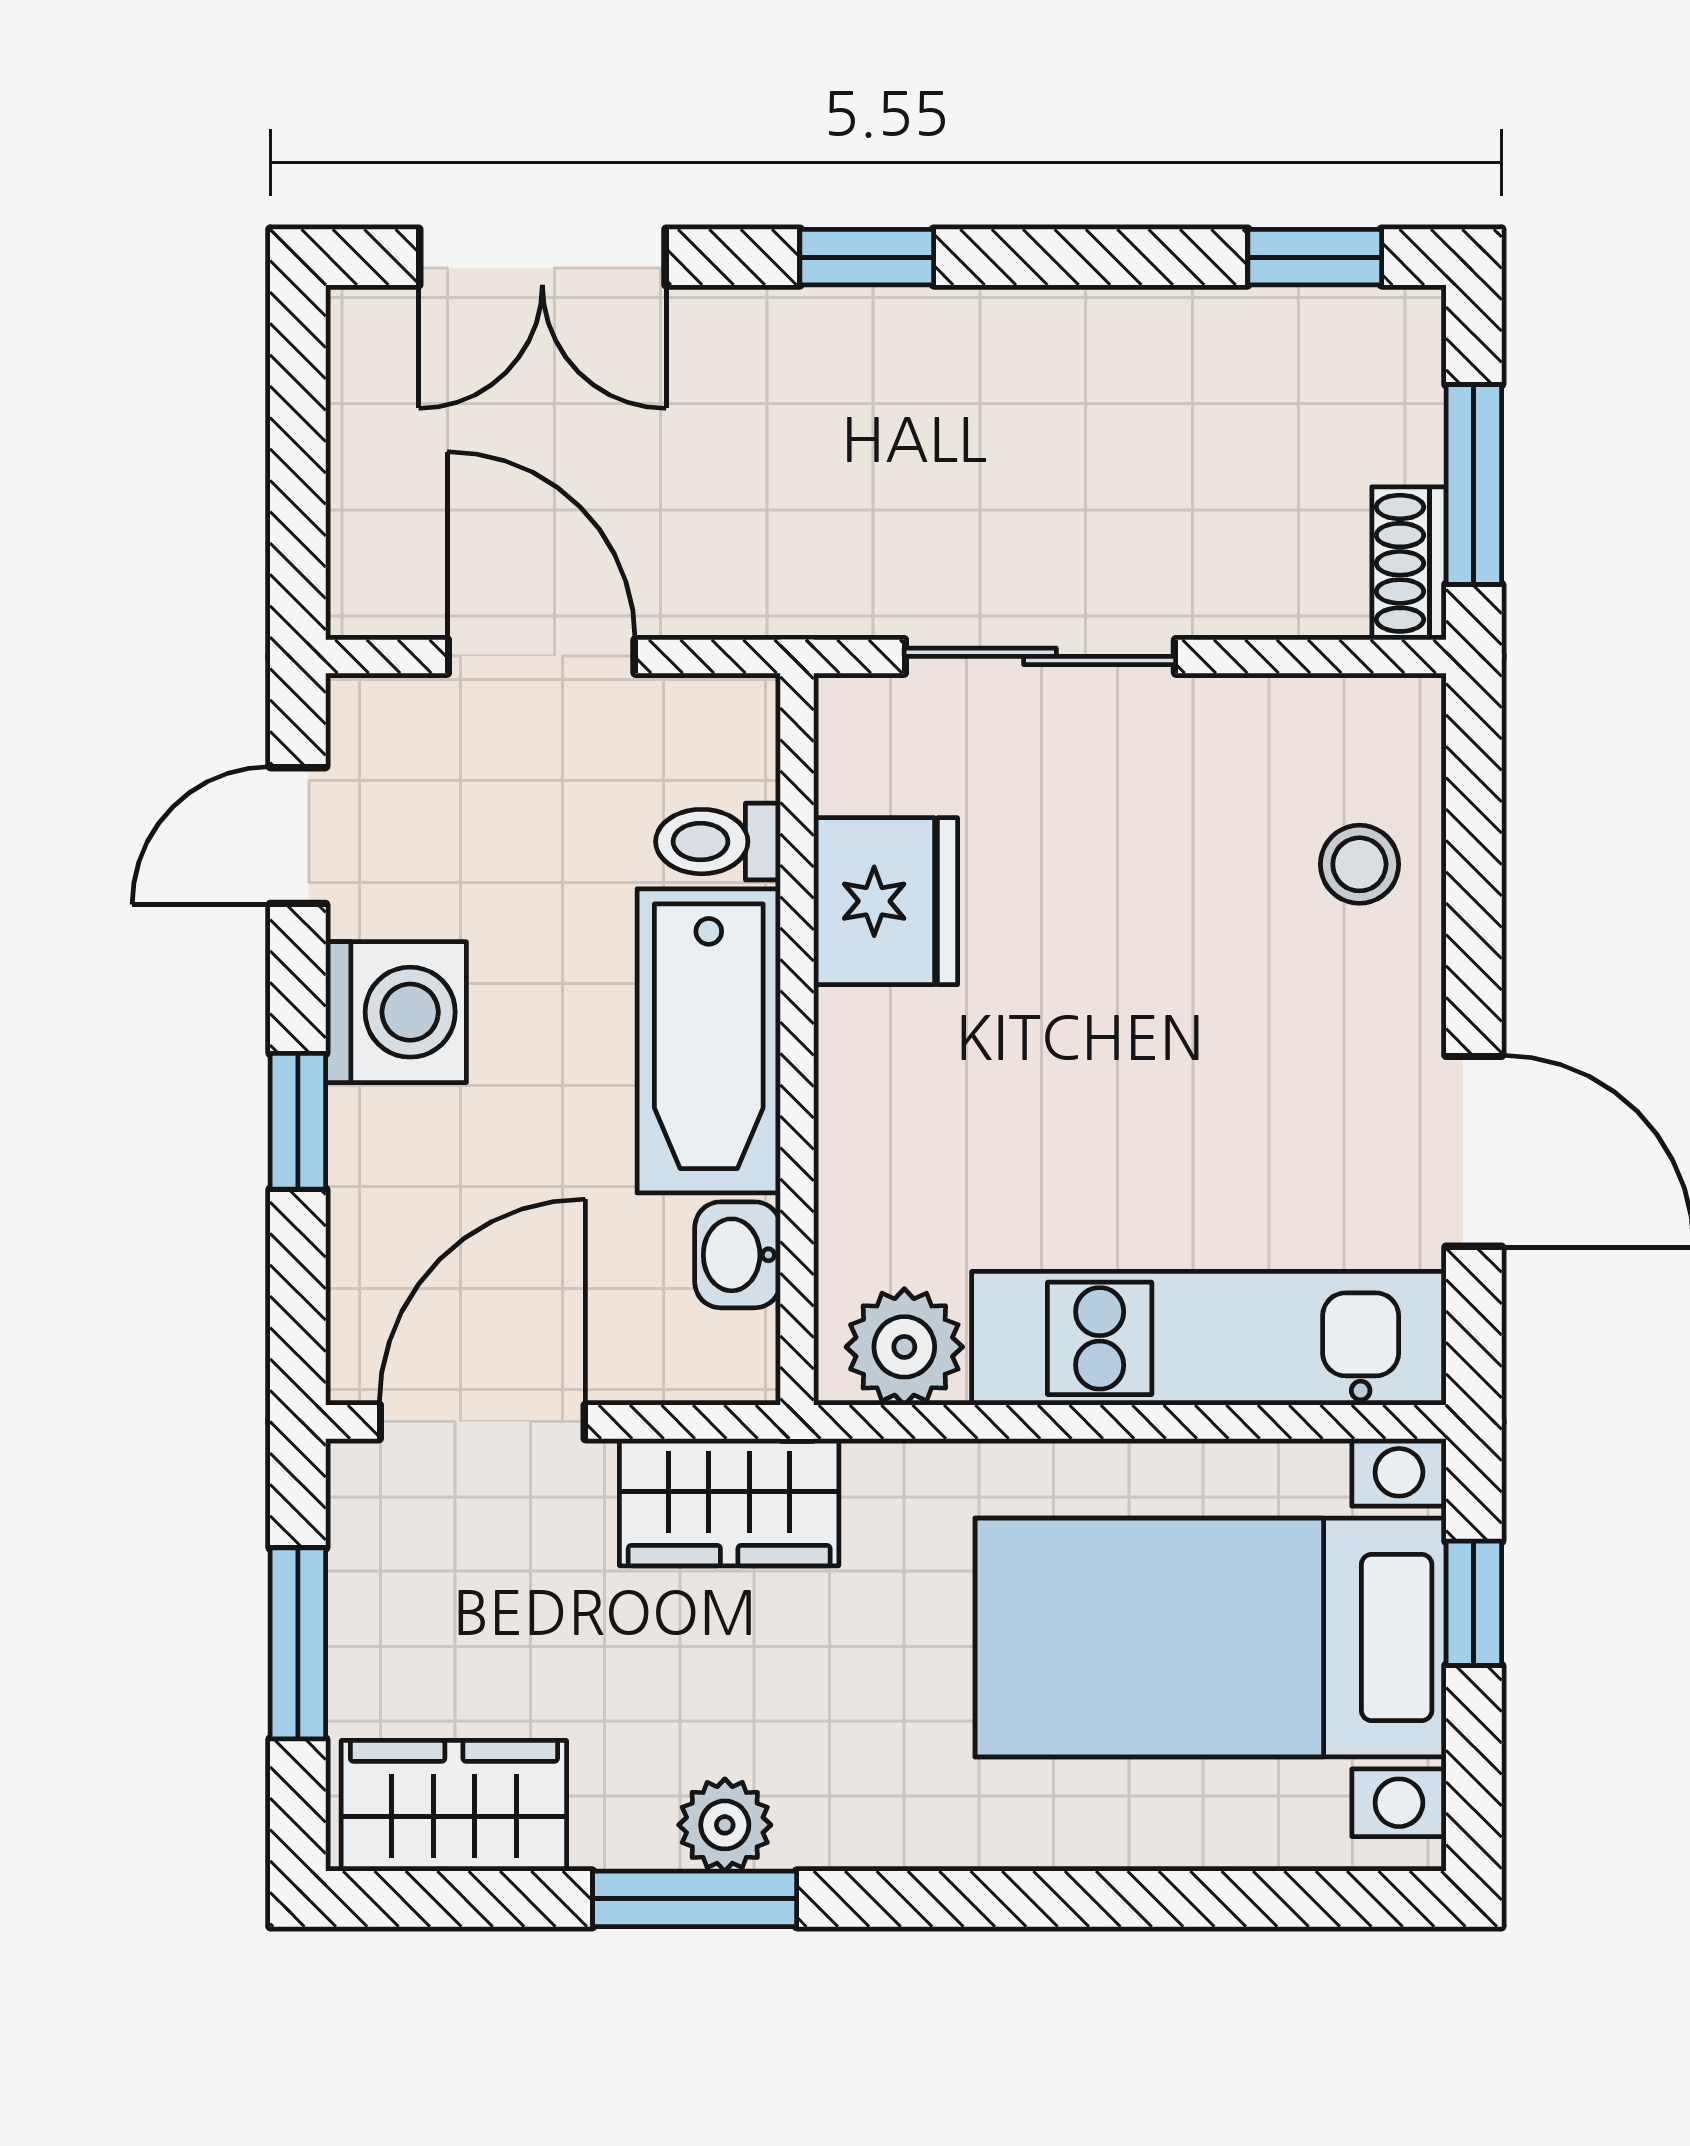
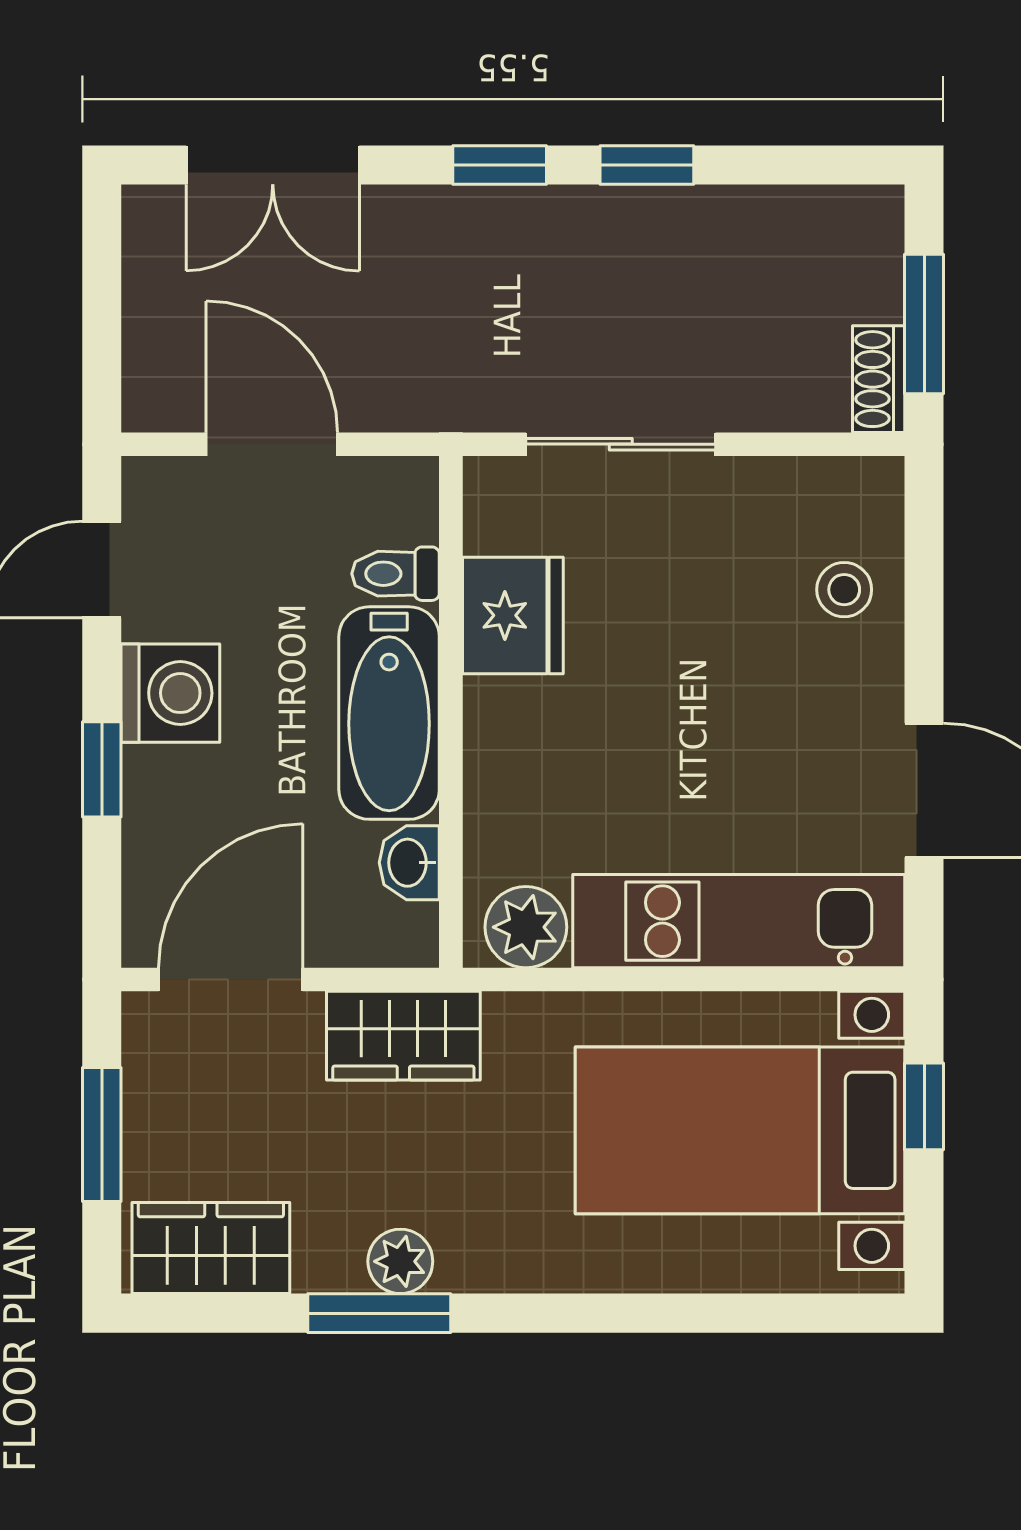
window: (1315, 257) -> (647, 165), moved

